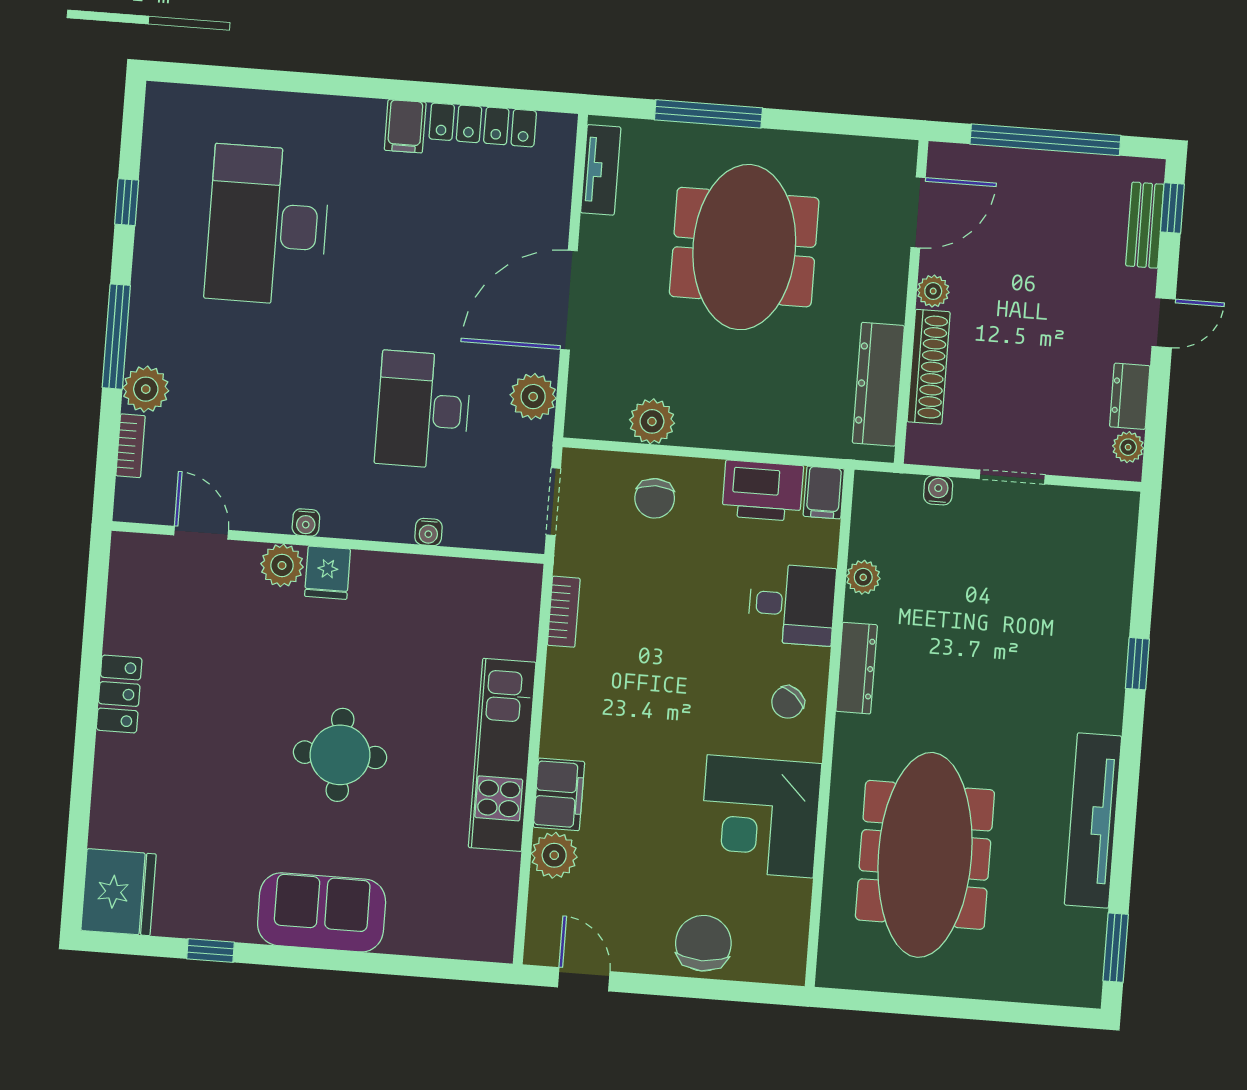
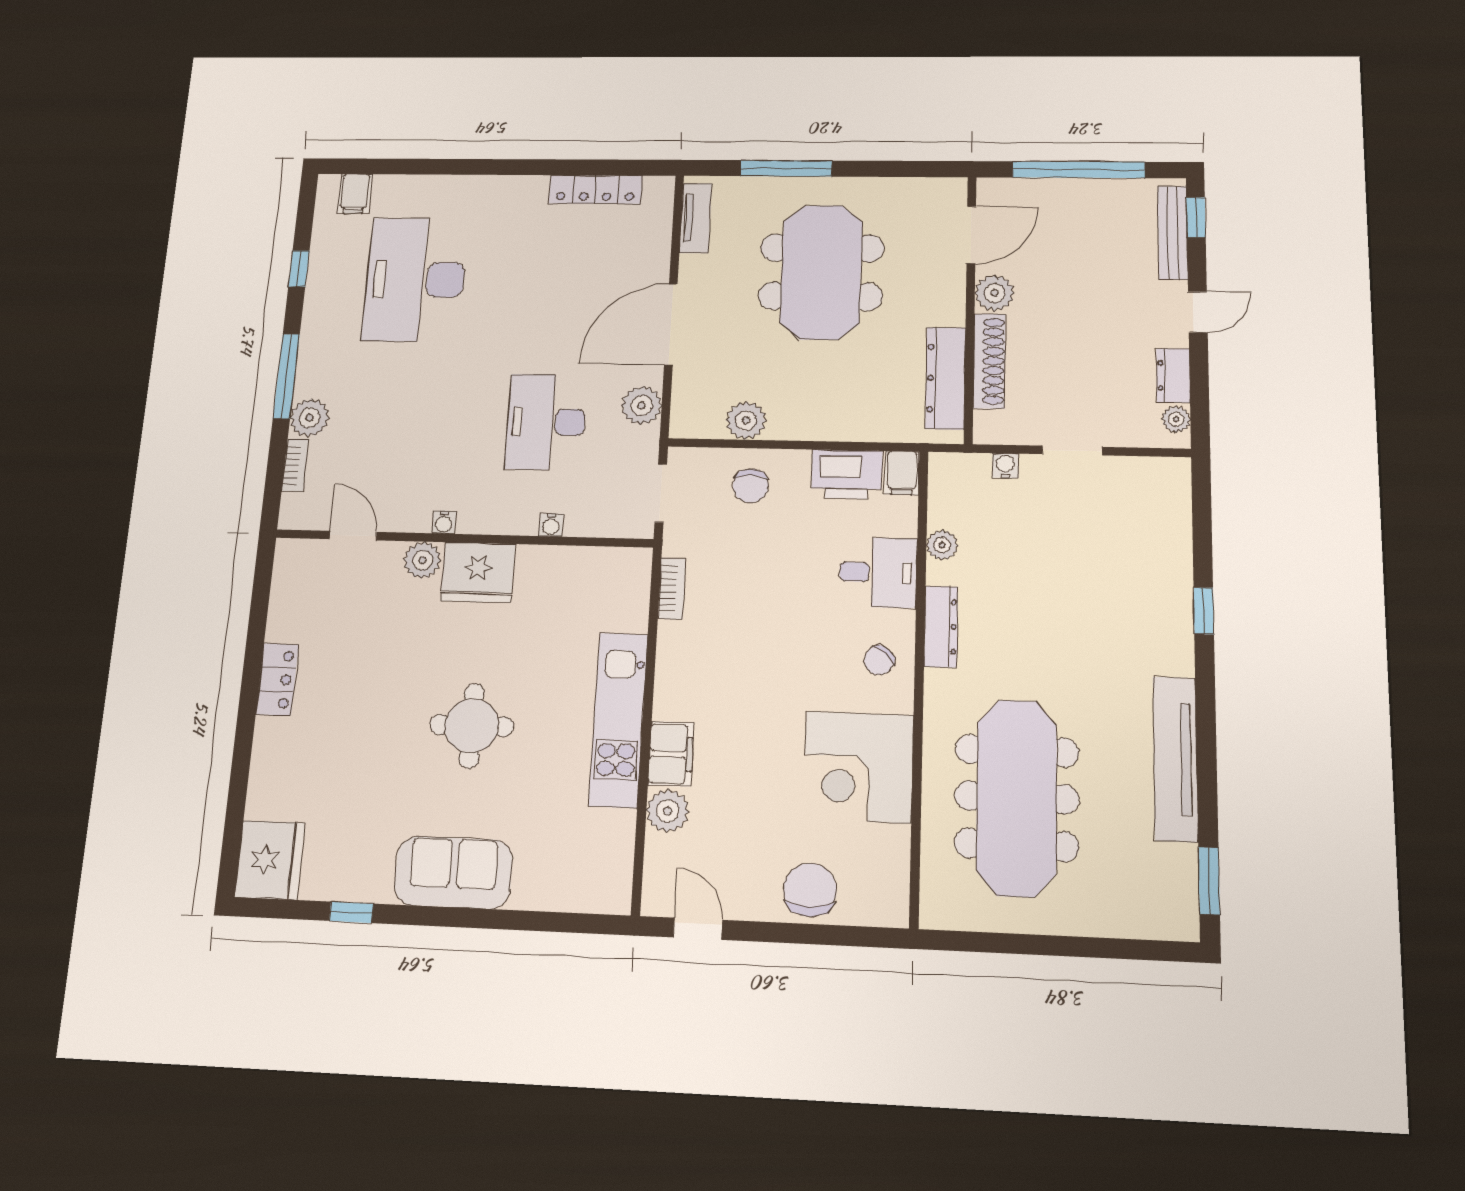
filing cabinet: (405, 126) -> (355, 194), moved
bench: (1145, 225) -> (1173, 233), width x1.36
plant: (933, 291) -> (994, 293), width x1.38, depth x1.38
fridge: (328, 573) -> (478, 572), width x1.88, depth x1.34

